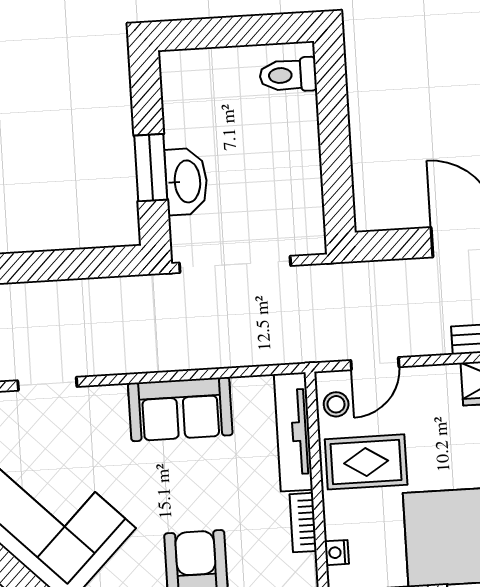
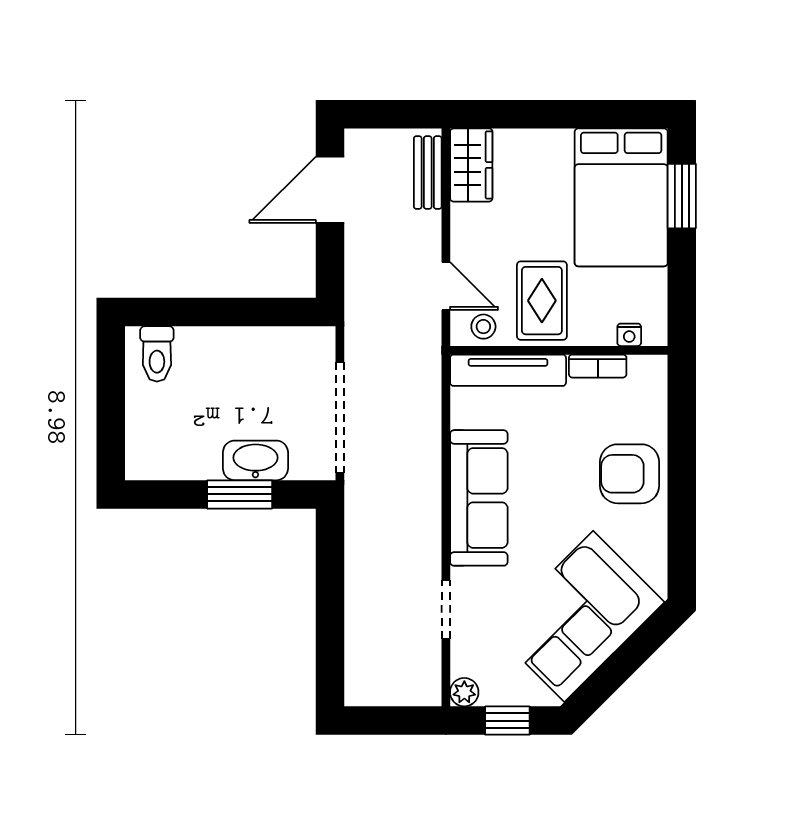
sofa: (180, 409) -> (479, 498), width x1.36

